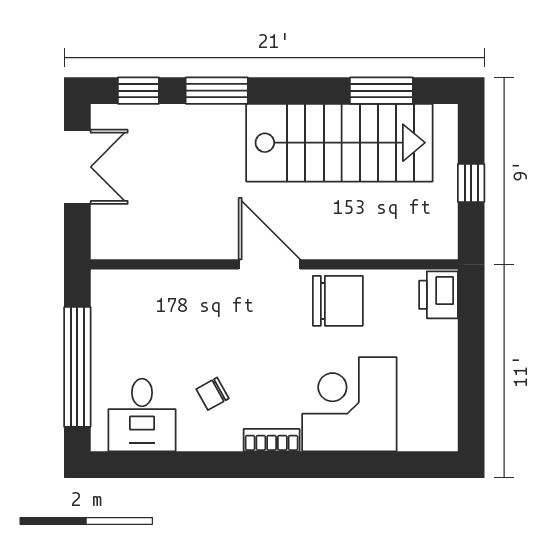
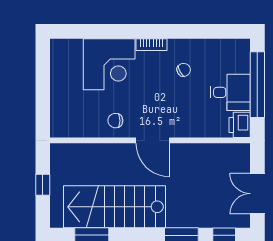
printer: (438, 295) -> (240, 125), moved, turned 180
chair: (338, 301) -> (115, 121), width x0.54, depth x0.54
desk: (142, 415) -> (230, 92), moved, turned 90

